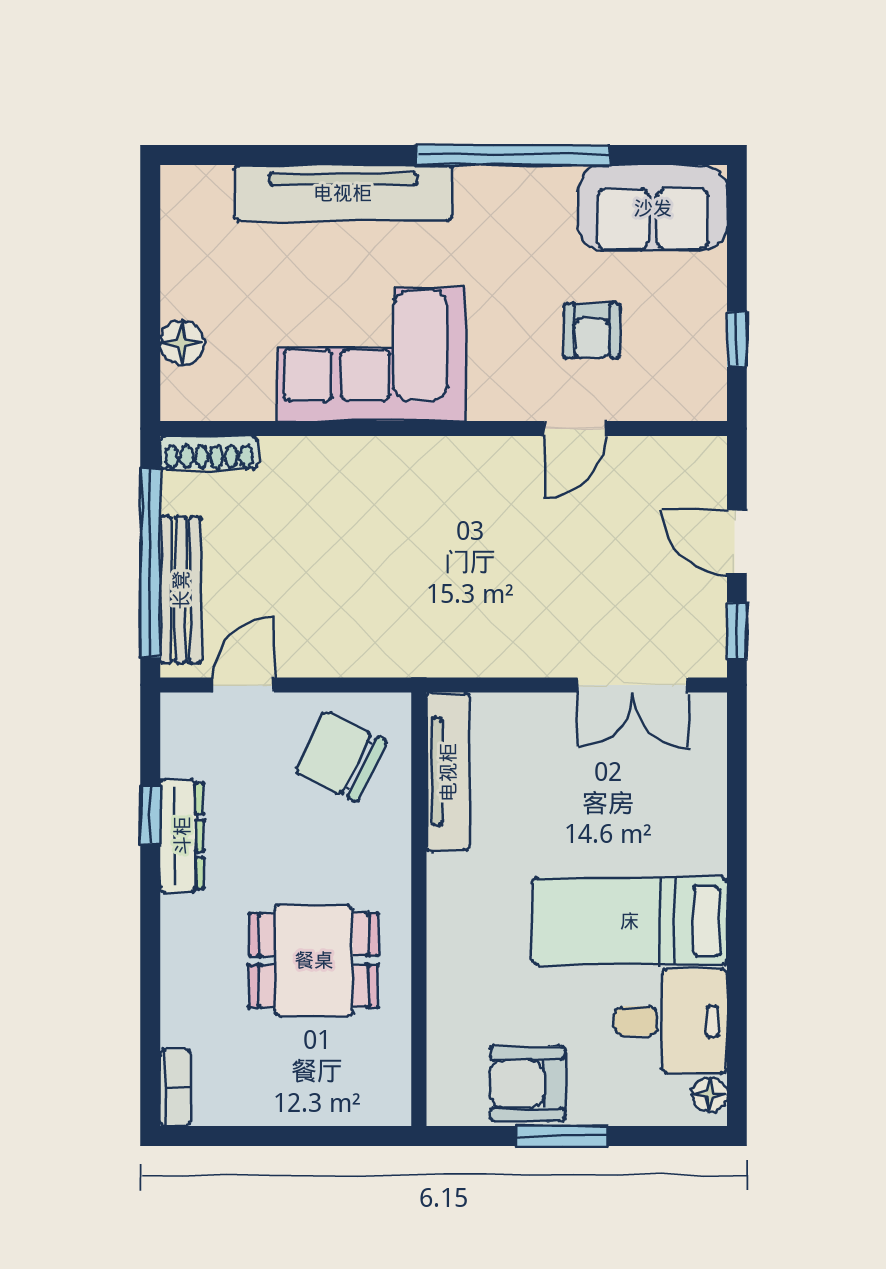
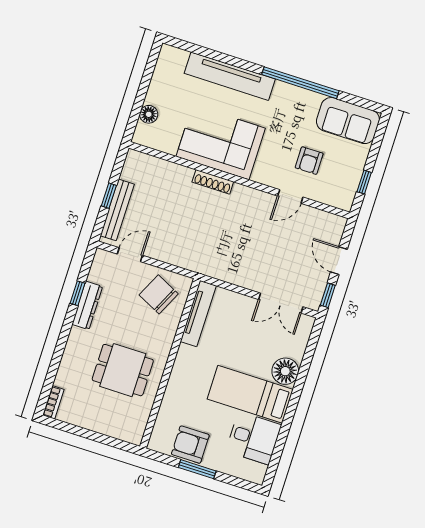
shoe rack: (209, 452) -> (213, 182), moved
window: (150, 563) -> (109, 196), width x0.32
floor lamp: (710, 1094) -> (285, 371), moved, width x1.89, depth x1.89

